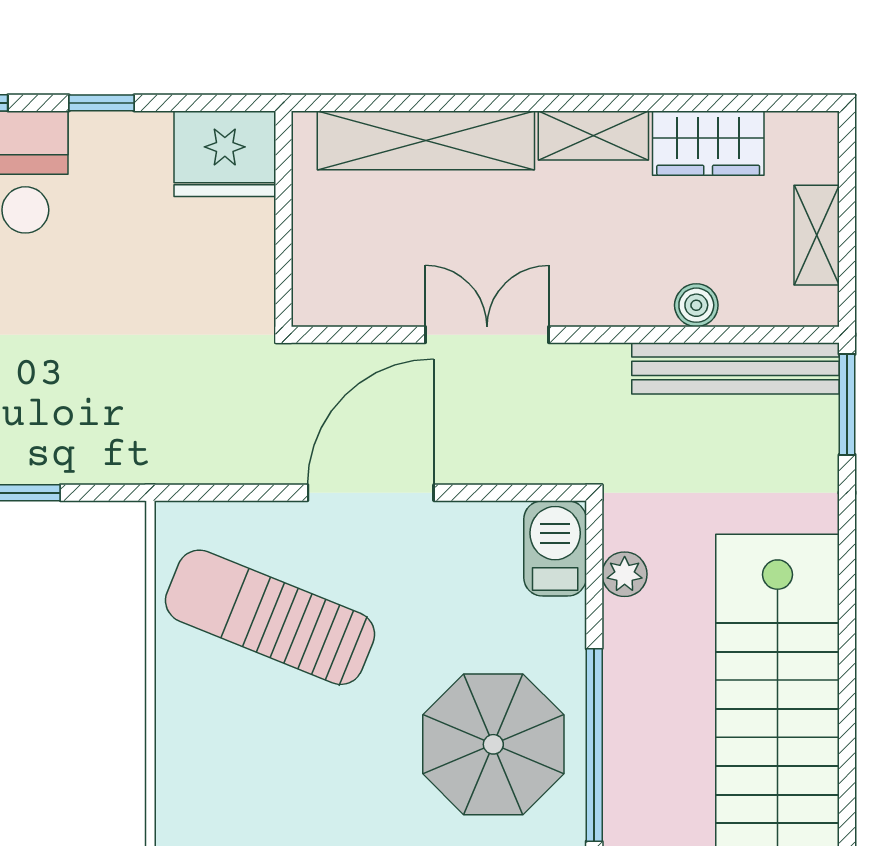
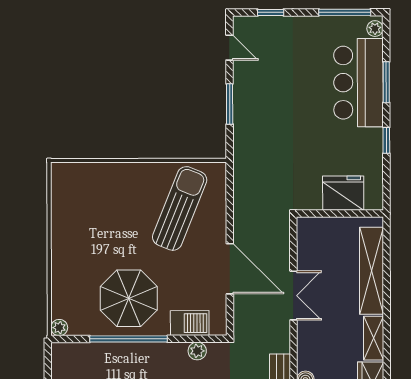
fridge: (225, 154) -> (343, 193), moved, turned 90
door: (371, 493) -> (230, 269), moved
barbecue: (555, 548) -> (190, 323), moved

